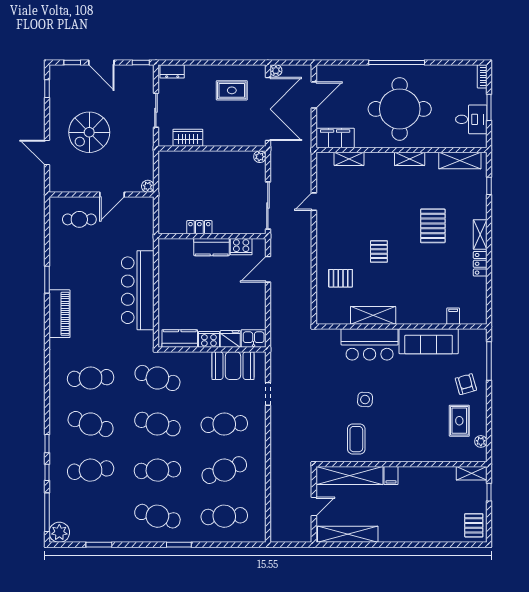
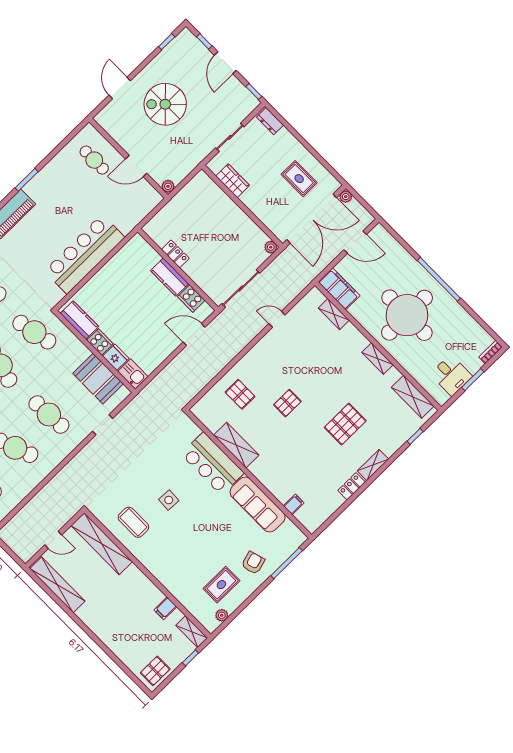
cafe table: (157, 378) -> (34, 332), turned -30
coffee table: (356, 439) -> (133, 522), turned 90
filing cabinet: (391, 476) -> (165, 608), moved

